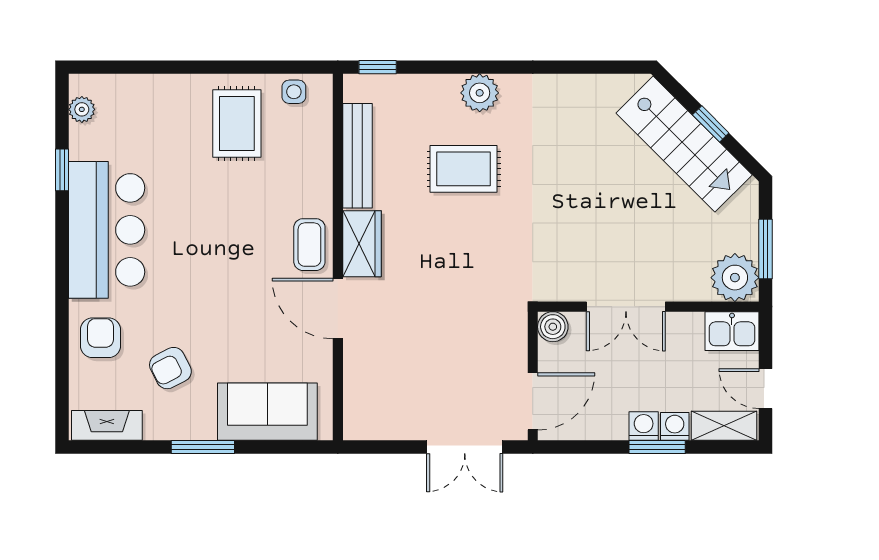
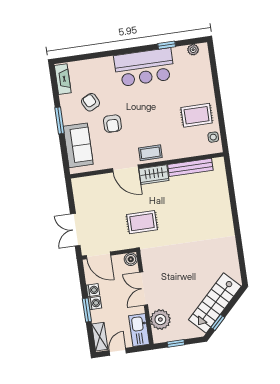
window: (378, 67) -> (229, 171), removed
plant: (480, 93) -> (224, 215), removed
window: (711, 124) -> (218, 322), moved
rug: (464, 169) -> (142, 222), moved, turned 90
window: (766, 249) -> (176, 343), width x0.67
plant: (735, 278) -> (160, 320), moved
door: (338, 308) -> (125, 168), swing flipped
kitchen sink: (732, 331) -> (139, 330), width x1.38
armchair: (101, 338) -> (112, 124), moved, turned 90
washing machine: (675, 426) -> (93, 290), moved

